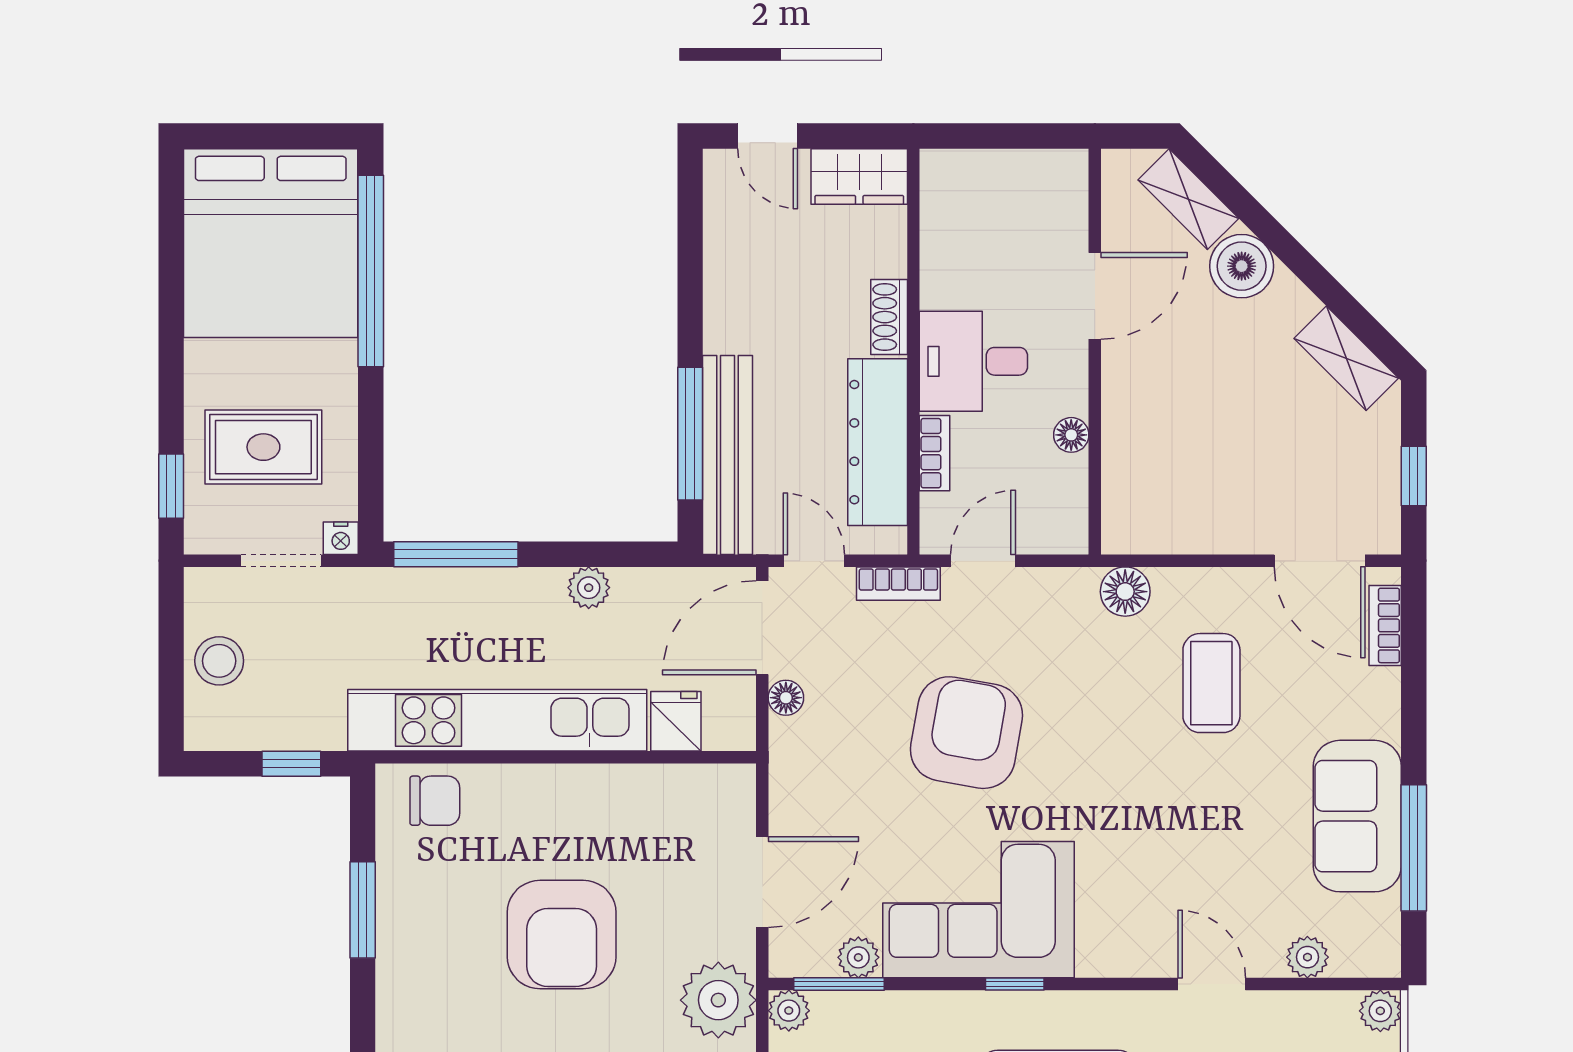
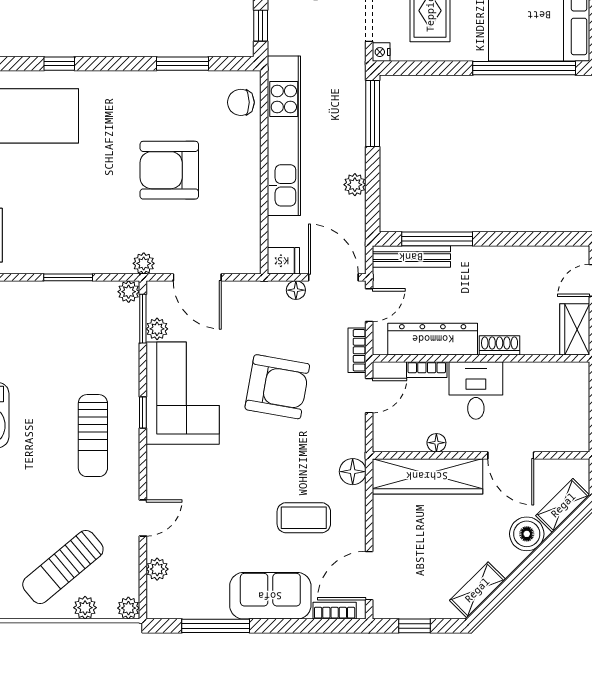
wardrobe: (1134, 452) -> (427, 476), added
bench: (728, 455) -> (411, 257), width x0.73, depth x0.82
door: (983, 561) -> (369, 396), hinge flipped
fridge: (676, 721) -> (283, 261), moved
chair: (435, 801) -> (241, 102), turned 90
sofa: (1357, 816) -> (270, 596), moved
plant: (718, 1000) -> (144, 263), width x0.53, depth x0.53

